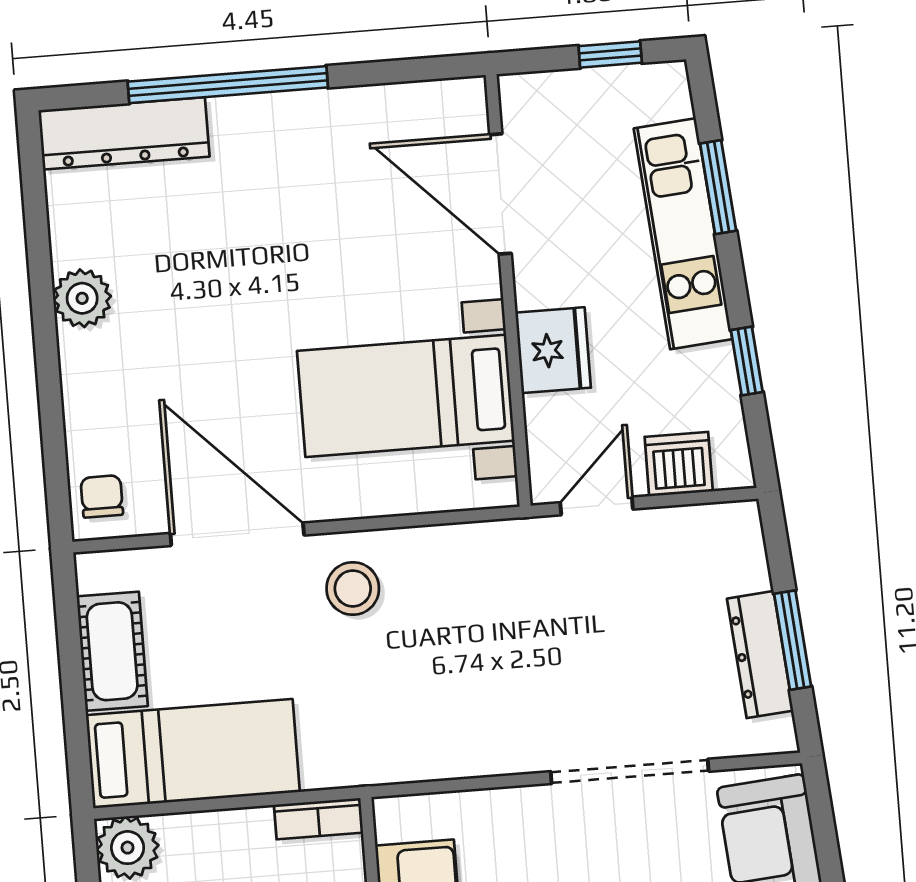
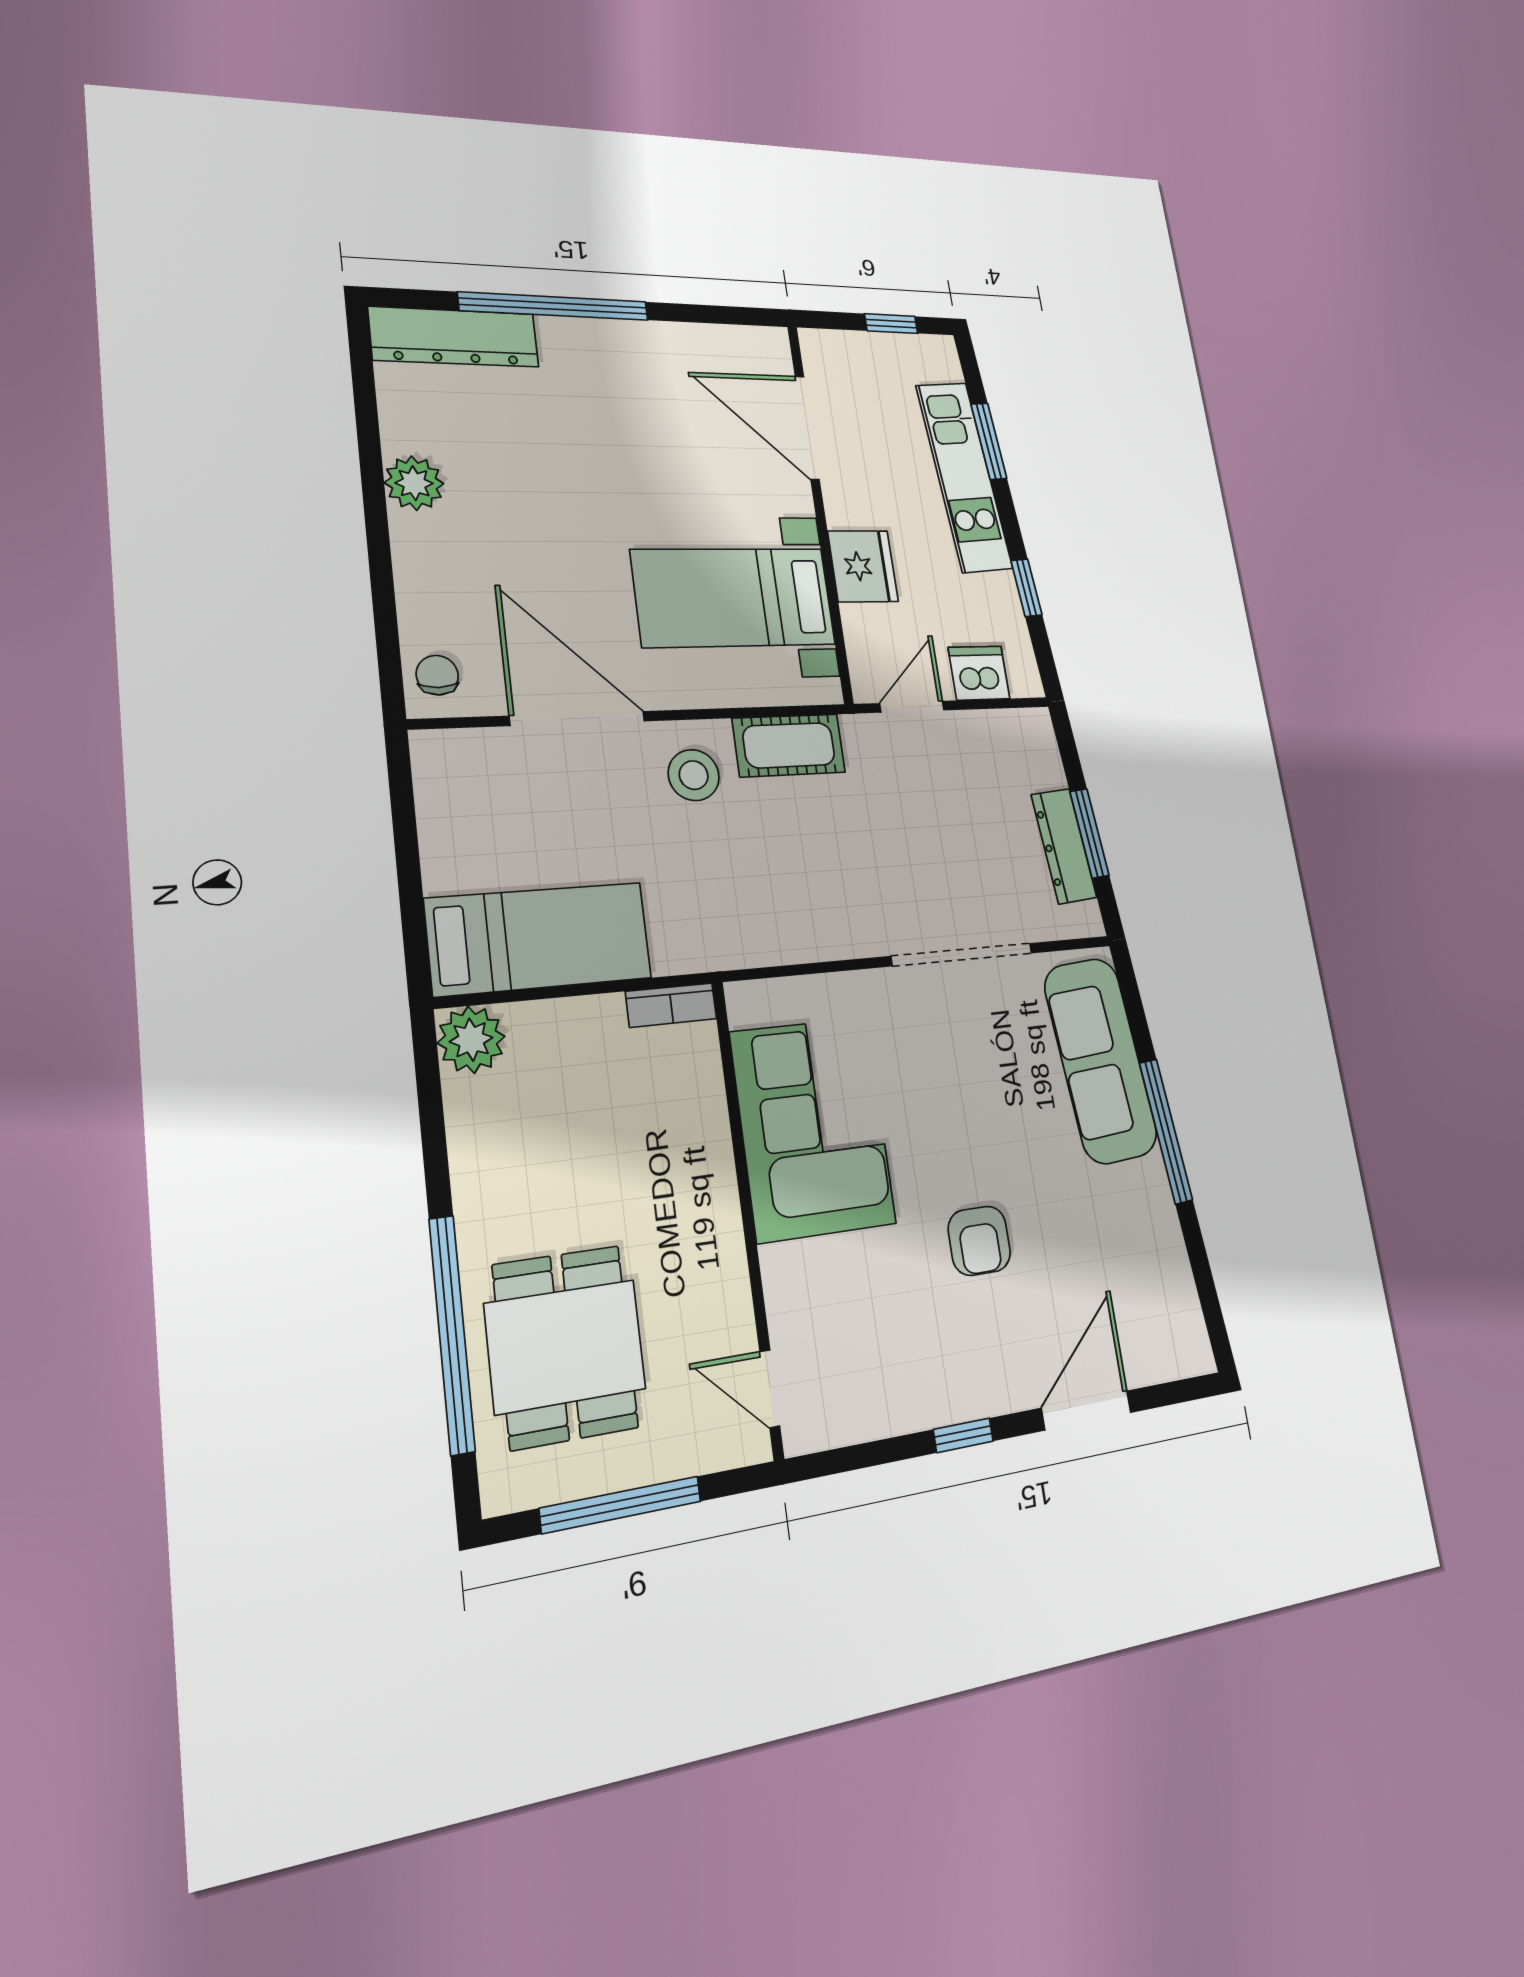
cot: (112, 651) -> (789, 745), moved, turned 90

